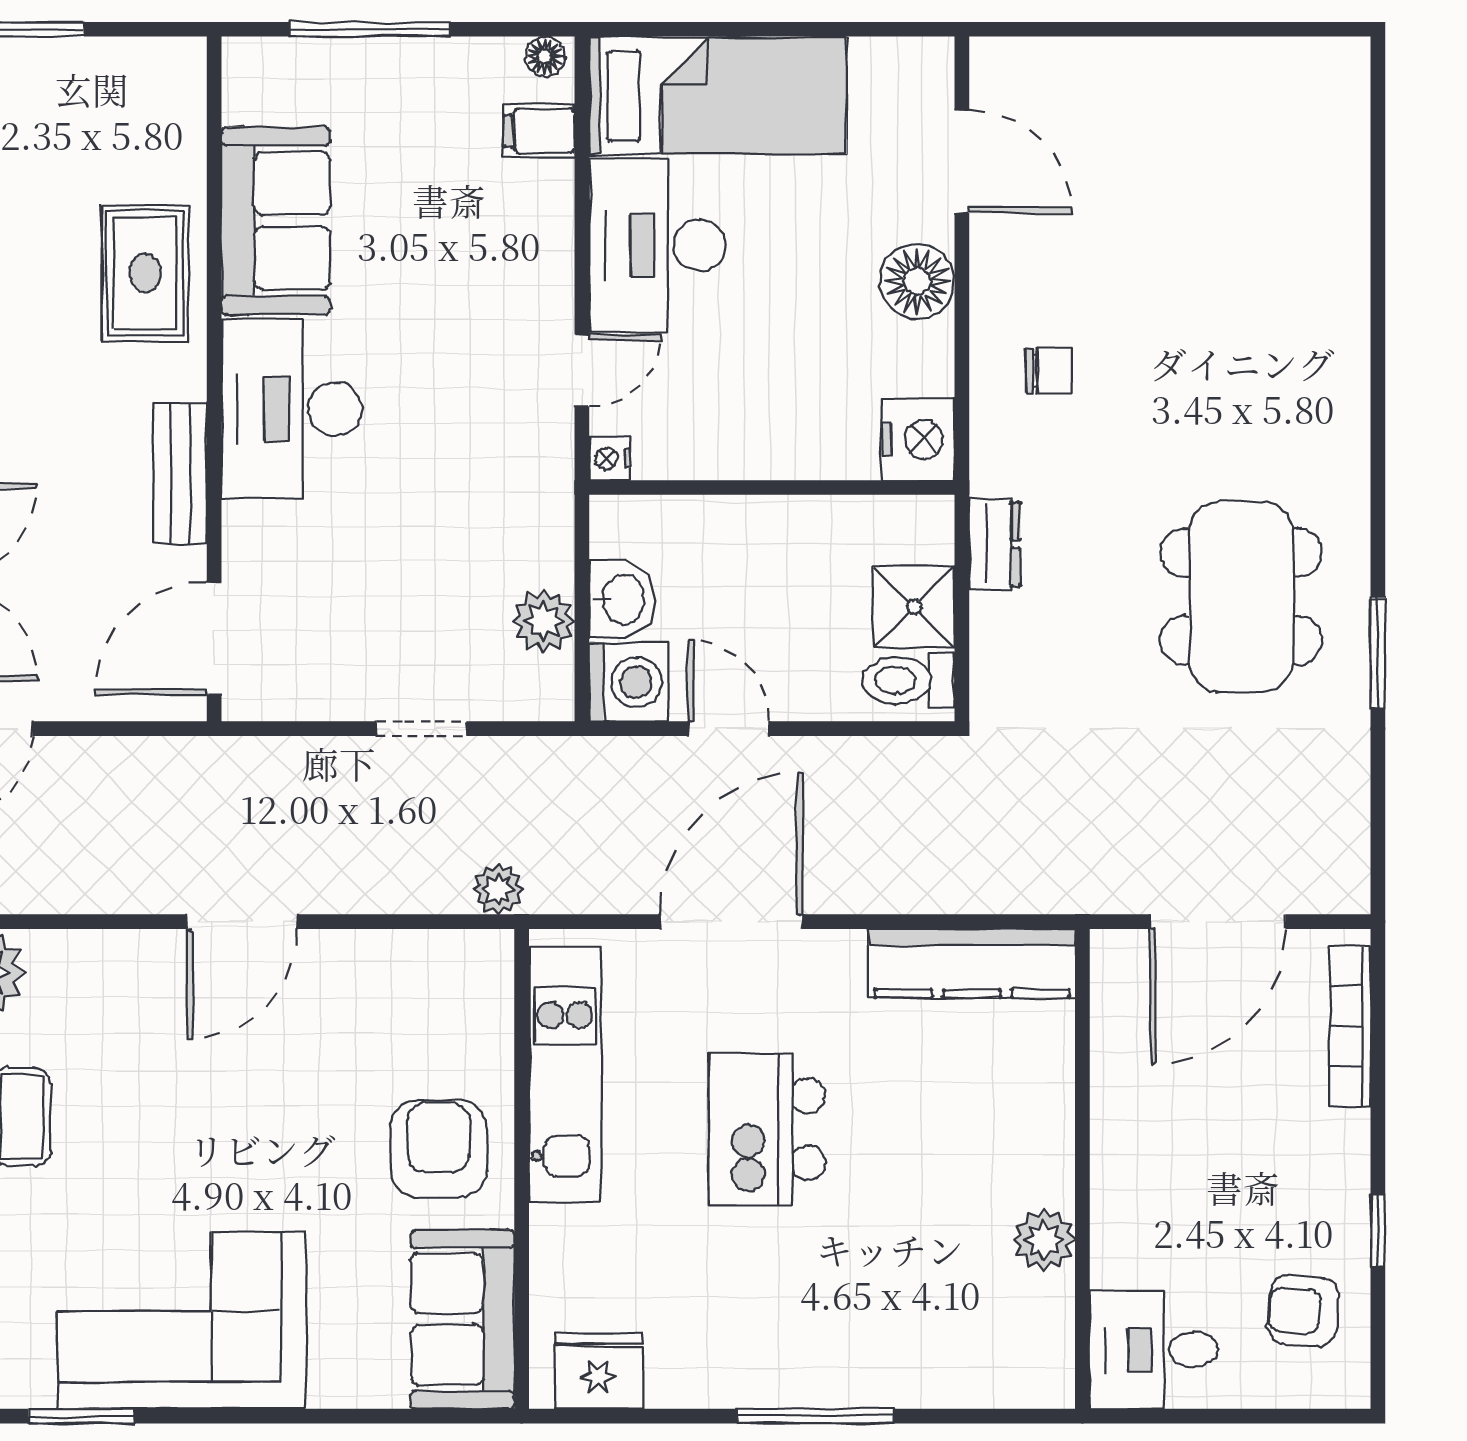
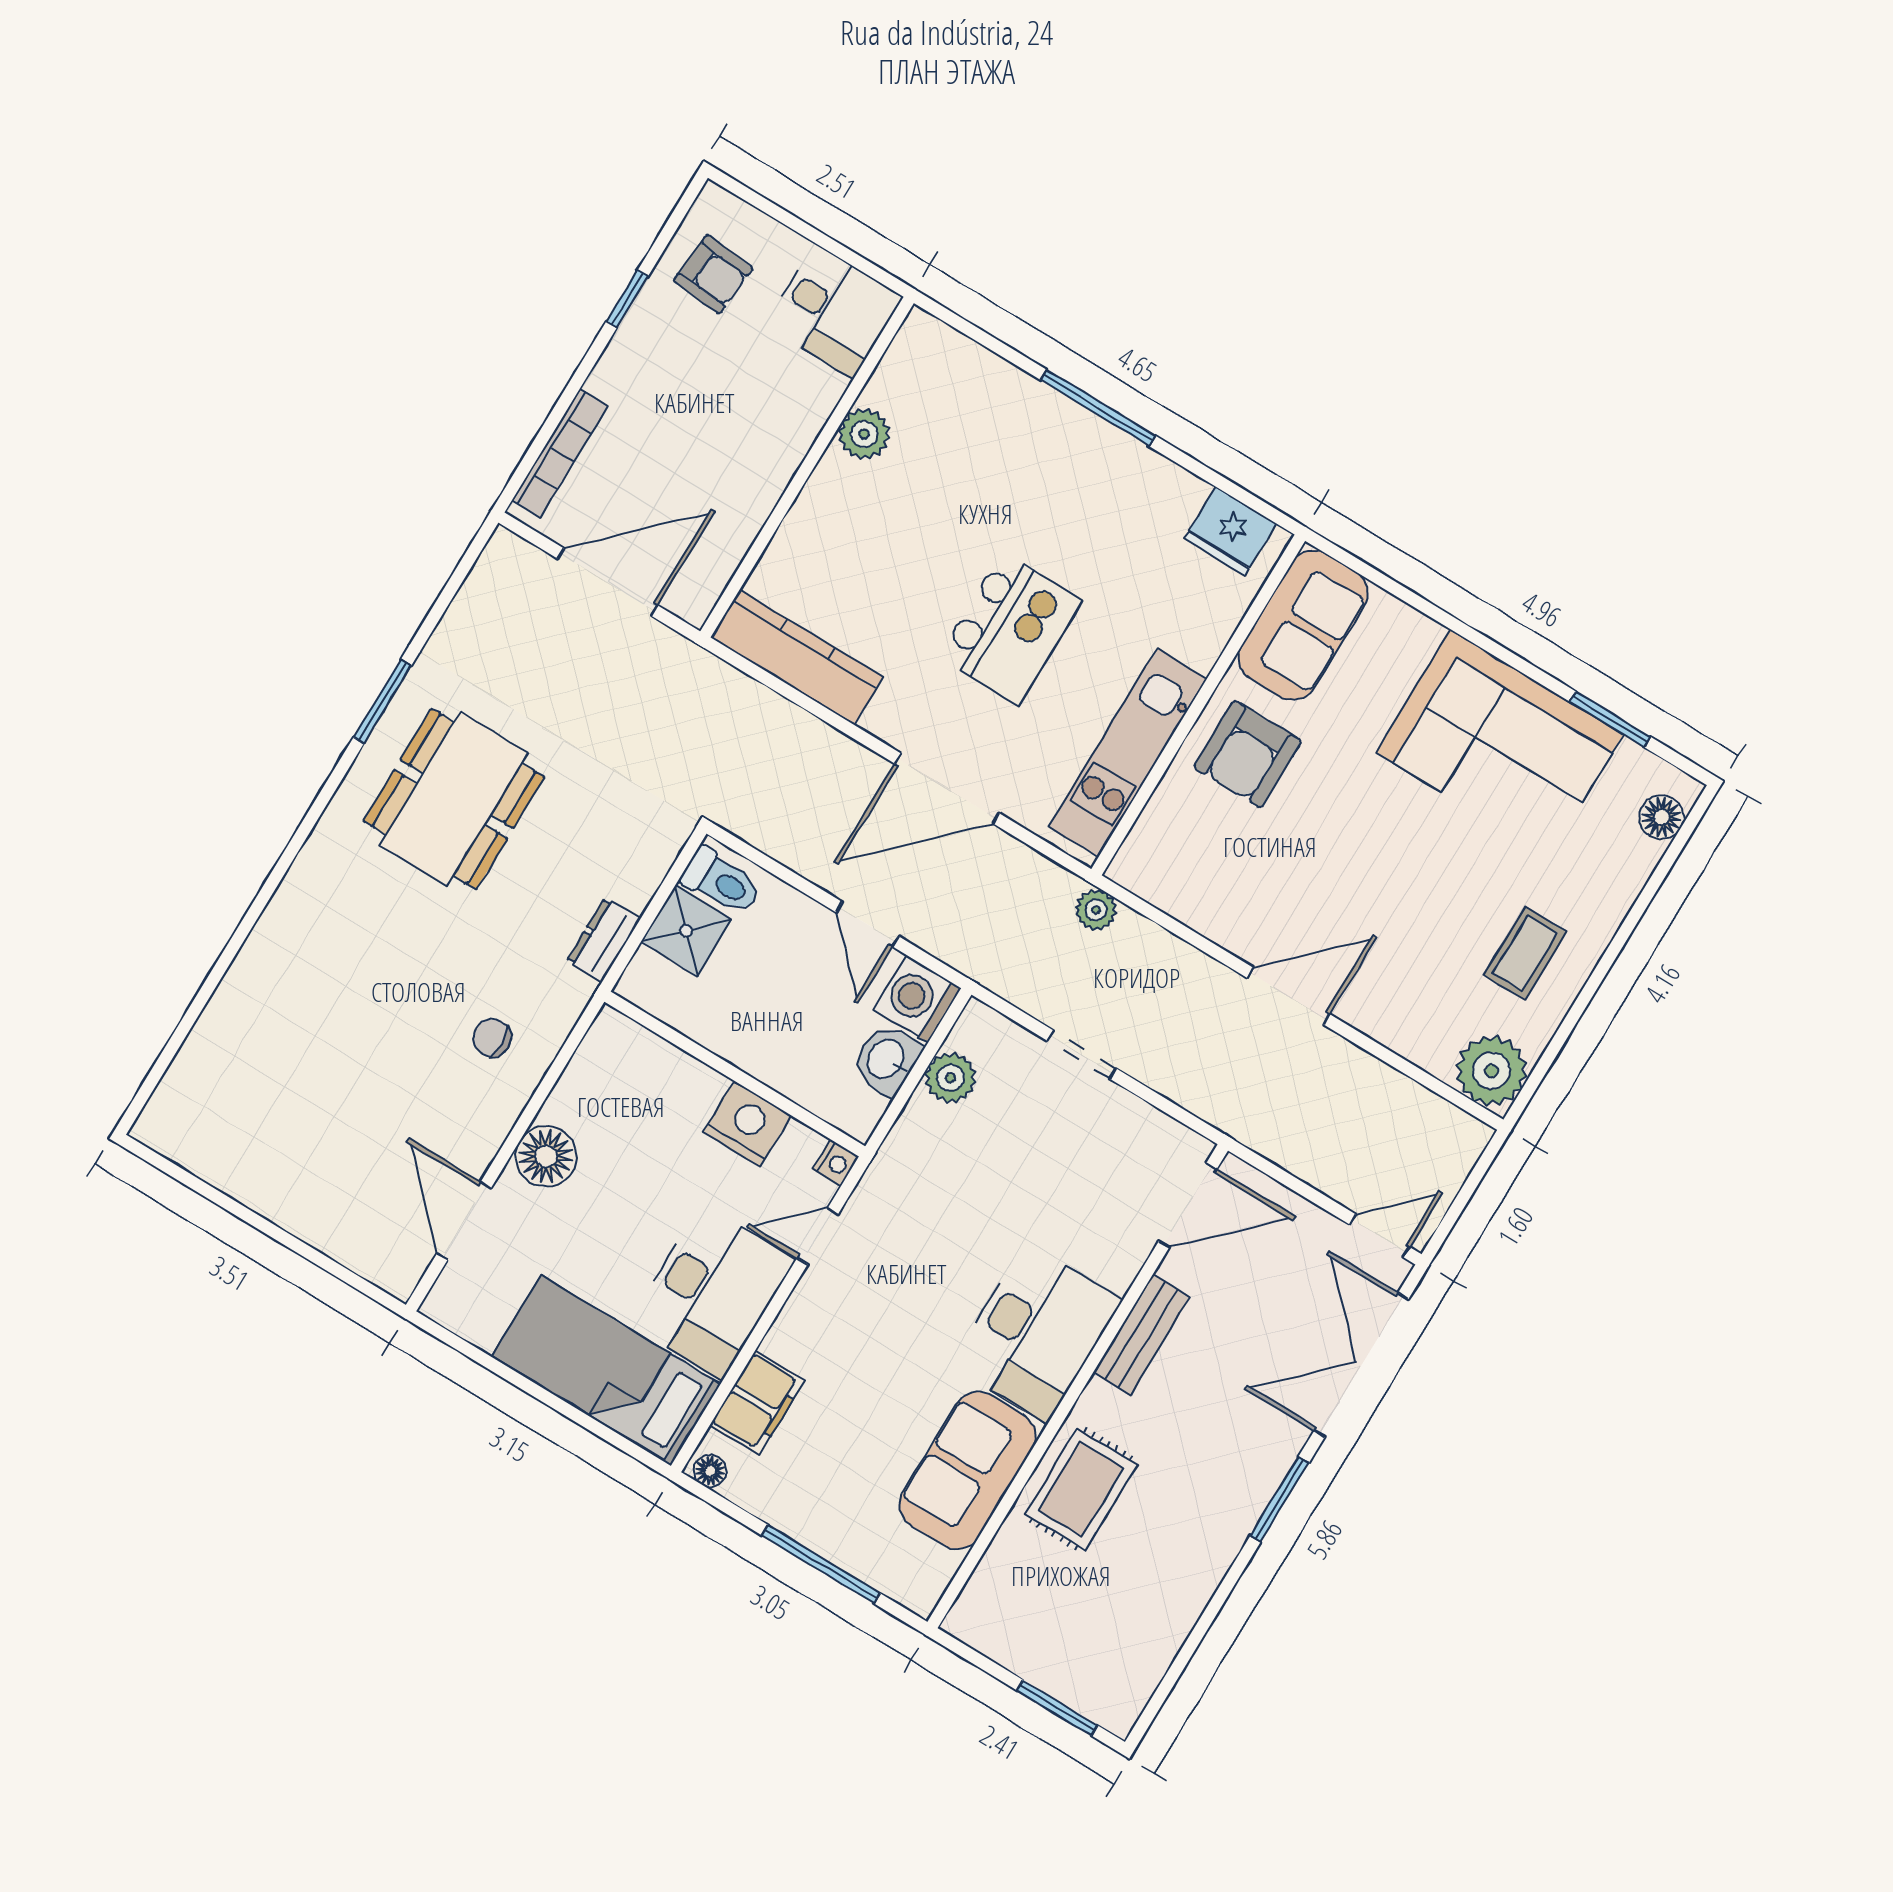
filing cabinet: (539, 131) -> (757, 1403), width x2.00
nightstand: (918, 439) -> (747, 1124), moved, turned 90

